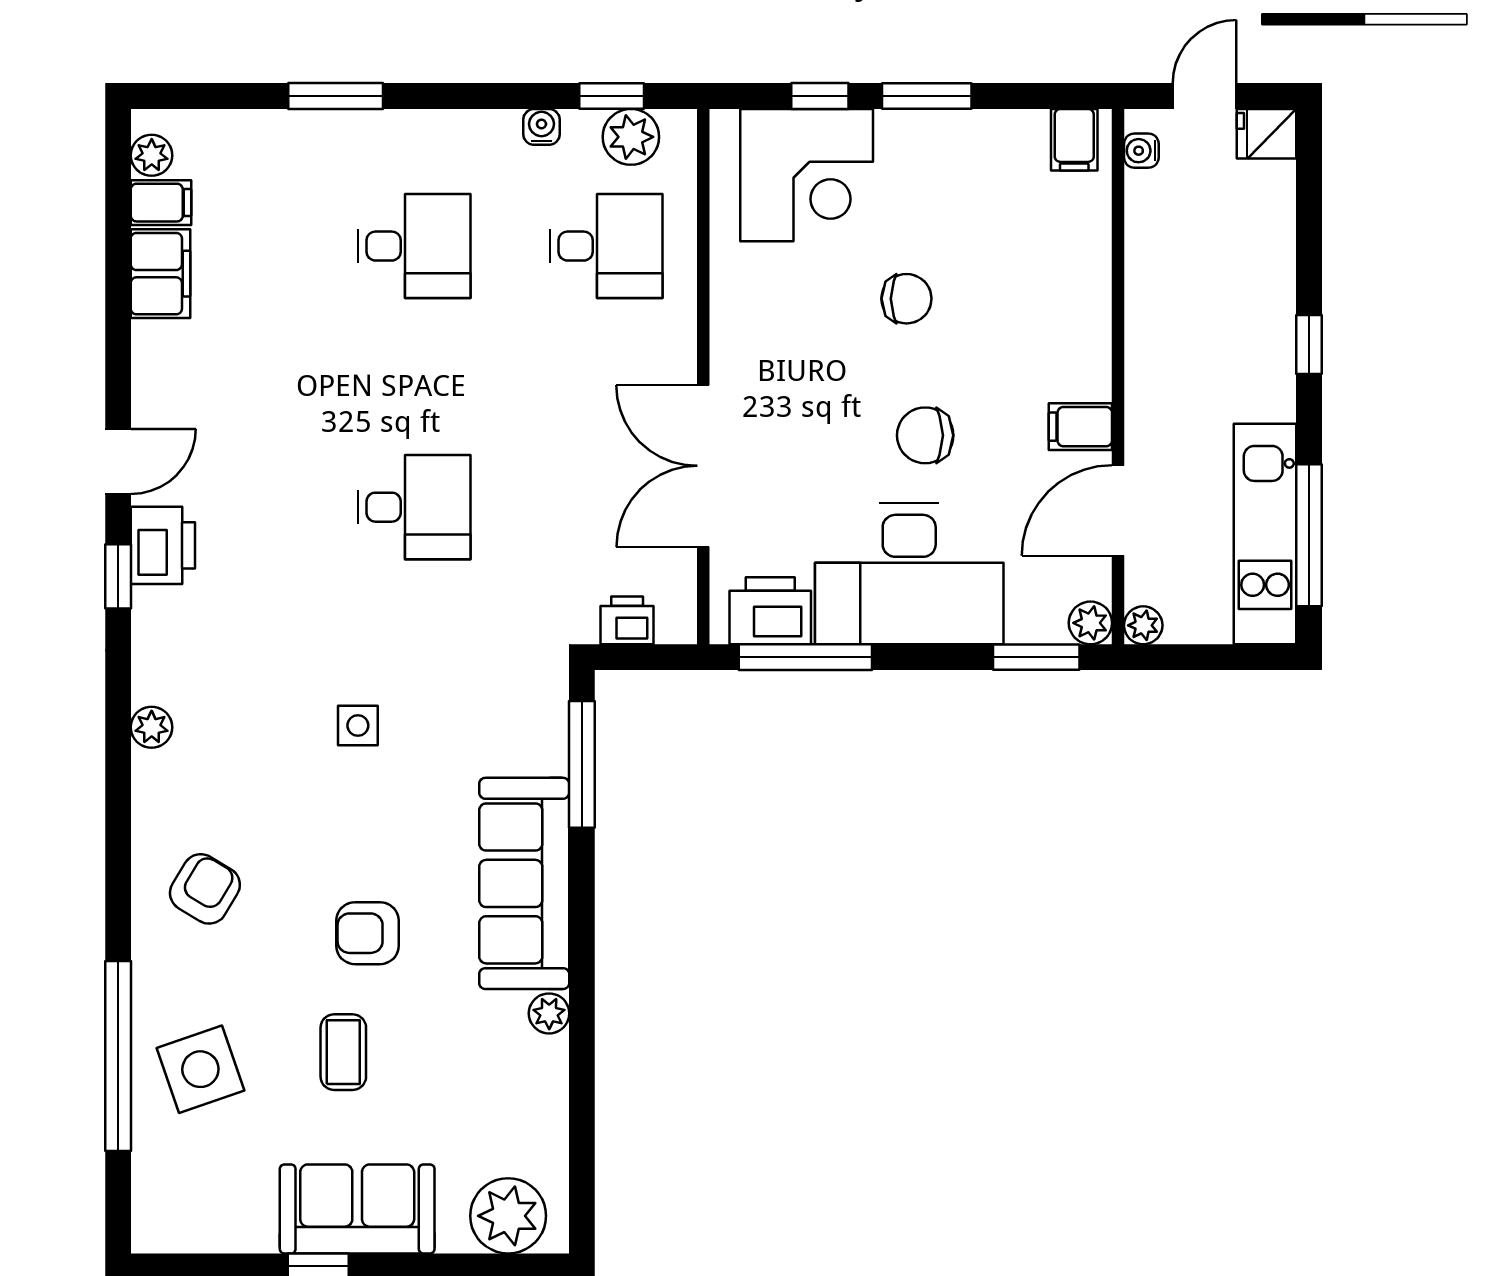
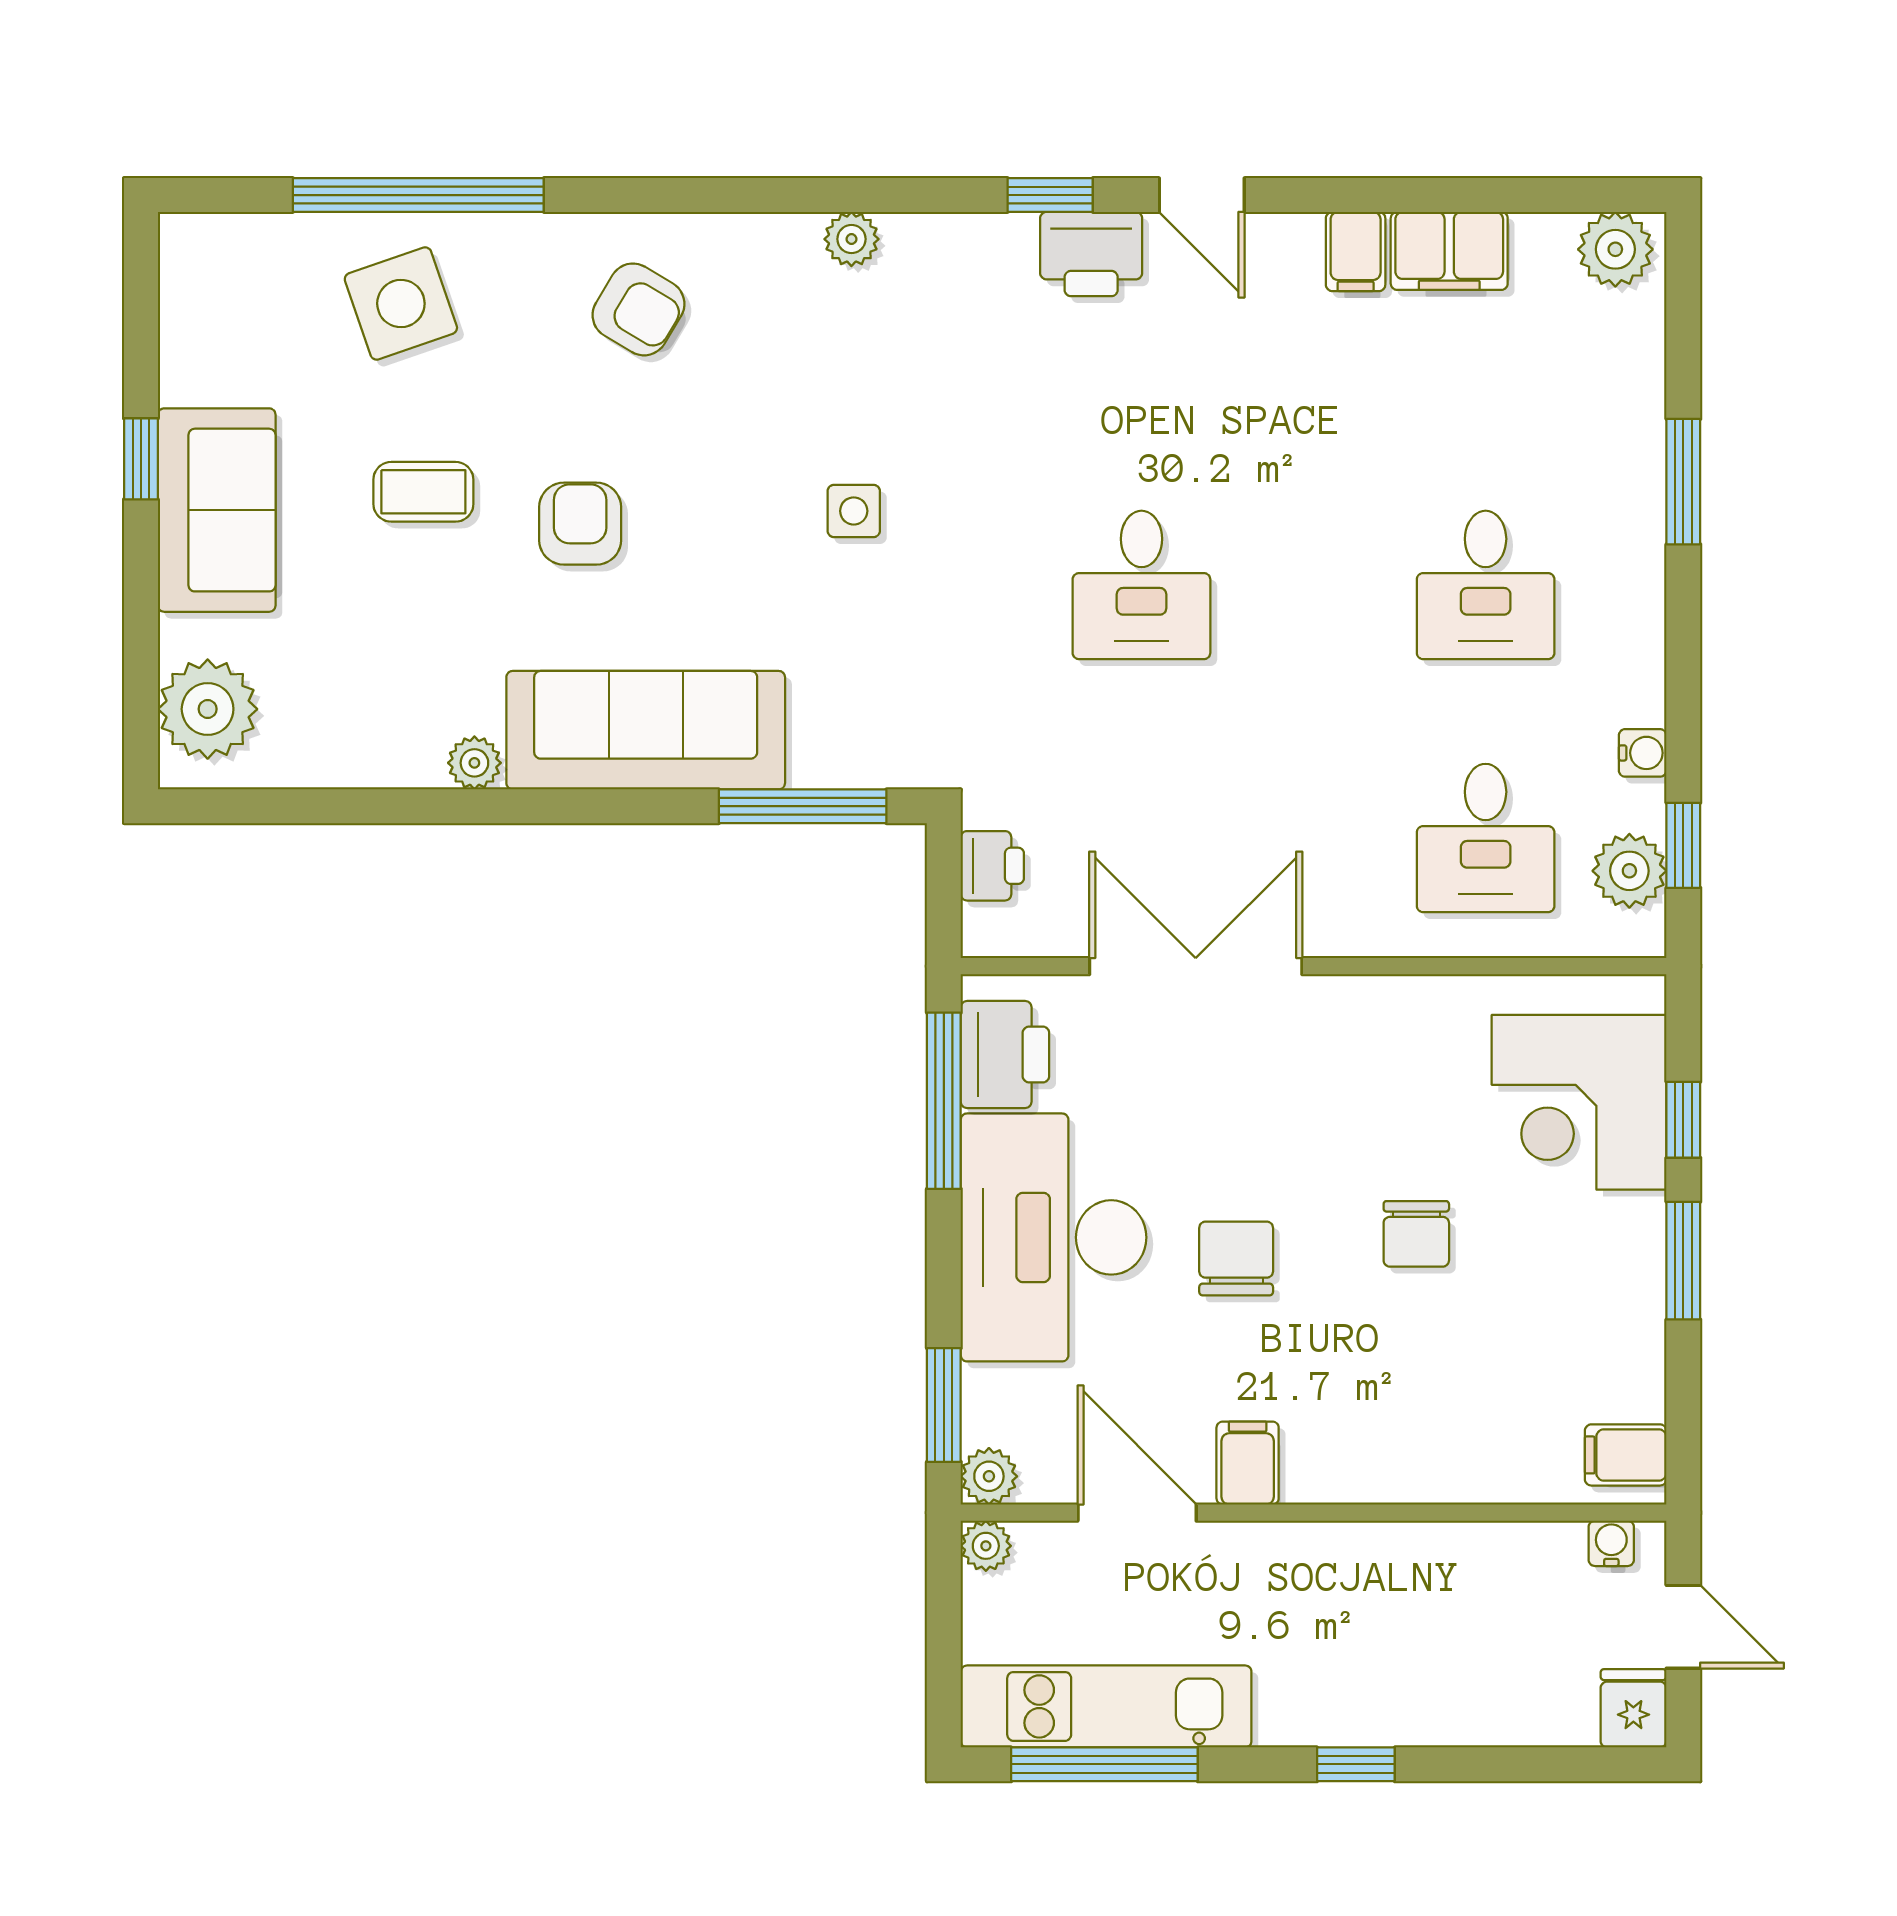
plant: (152, 155) -> (1615, 249), width x1.38, depth x1.38
filing cabinet: (161, 203) -> (1356, 251), moved

